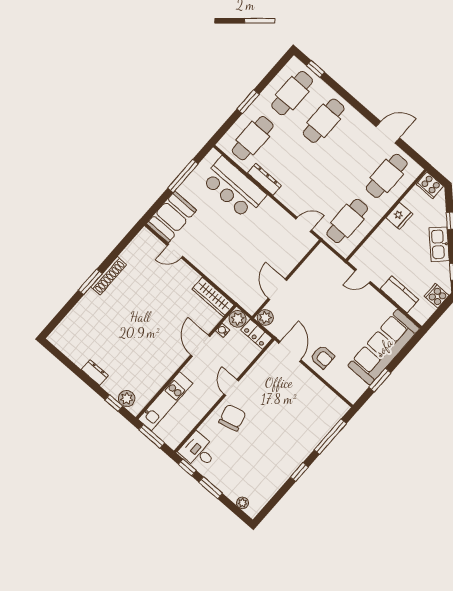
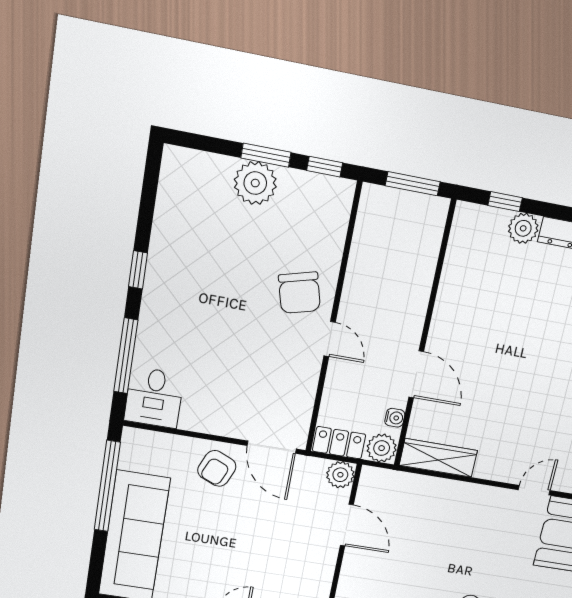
armchair: (322, 357) -> (217, 468), turned -67
window: (380, 380) -> (107, 486), width x2.11
plant: (127, 399) -> (523, 228), moved
kitchen unit: (165, 401) -> (422, 255), removed
desk: (198, 451) -> (154, 397), moved, turned 90
plant: (242, 503) -> (255, 183), moved, width x1.87, depth x1.87

